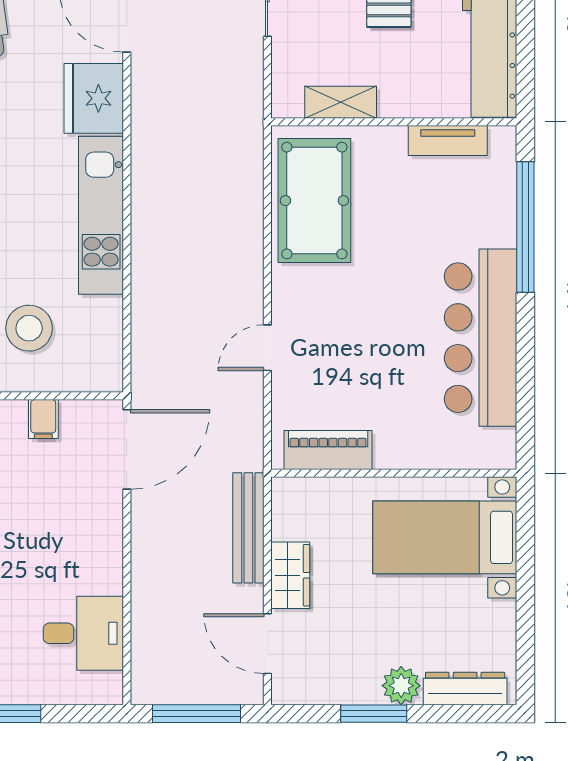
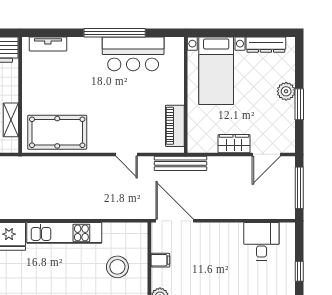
tv unit: (448, 141) -> (48, 44), moved, turned 90
window: (525, 227) -> (115, 33), moved
bar counter: (480, 338) -> (133, 54), width x0.73
bench: (248, 528) -> (180, 163), moved
dresser: (465, 689) -> (266, 45), moved, turned -90

